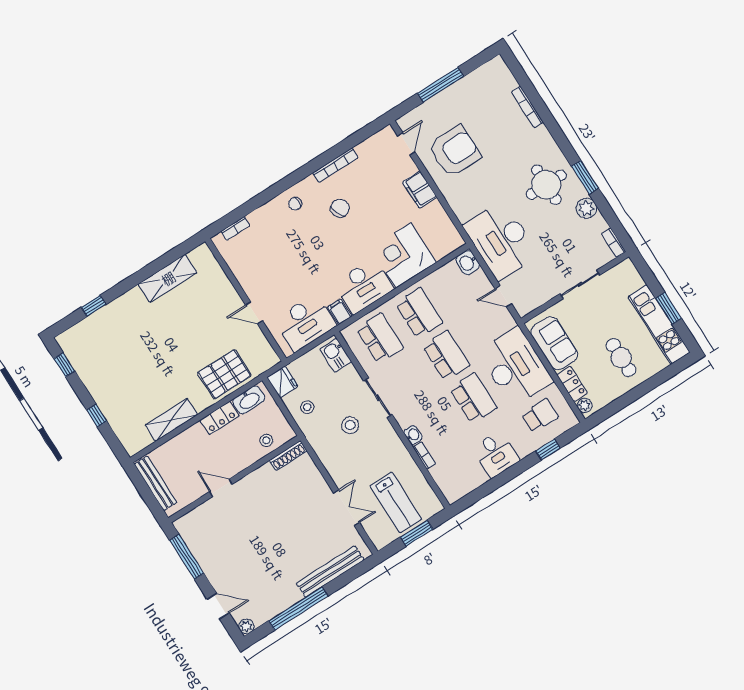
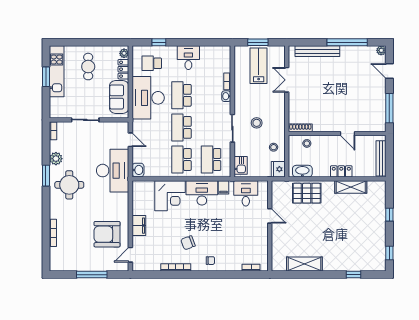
desk: (305, 323) -> (246, 193), width x0.73
locker: (220, 418) -> (341, 171), moved

